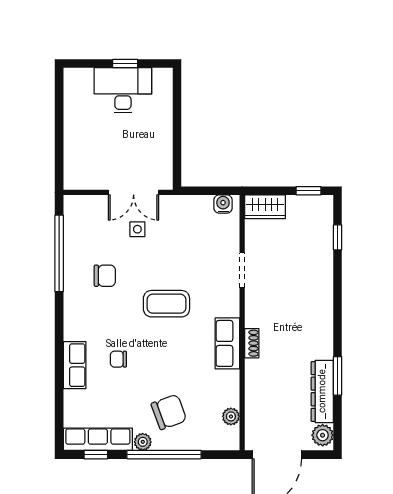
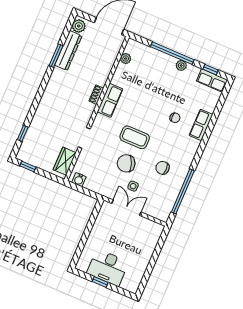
wardrobe: (265, 207) -> (65, 161), moved, turned -90
chair: (169, 412) -> (126, 163), moved
row of seats: (98, 439) -> (212, 80), width x0.68

